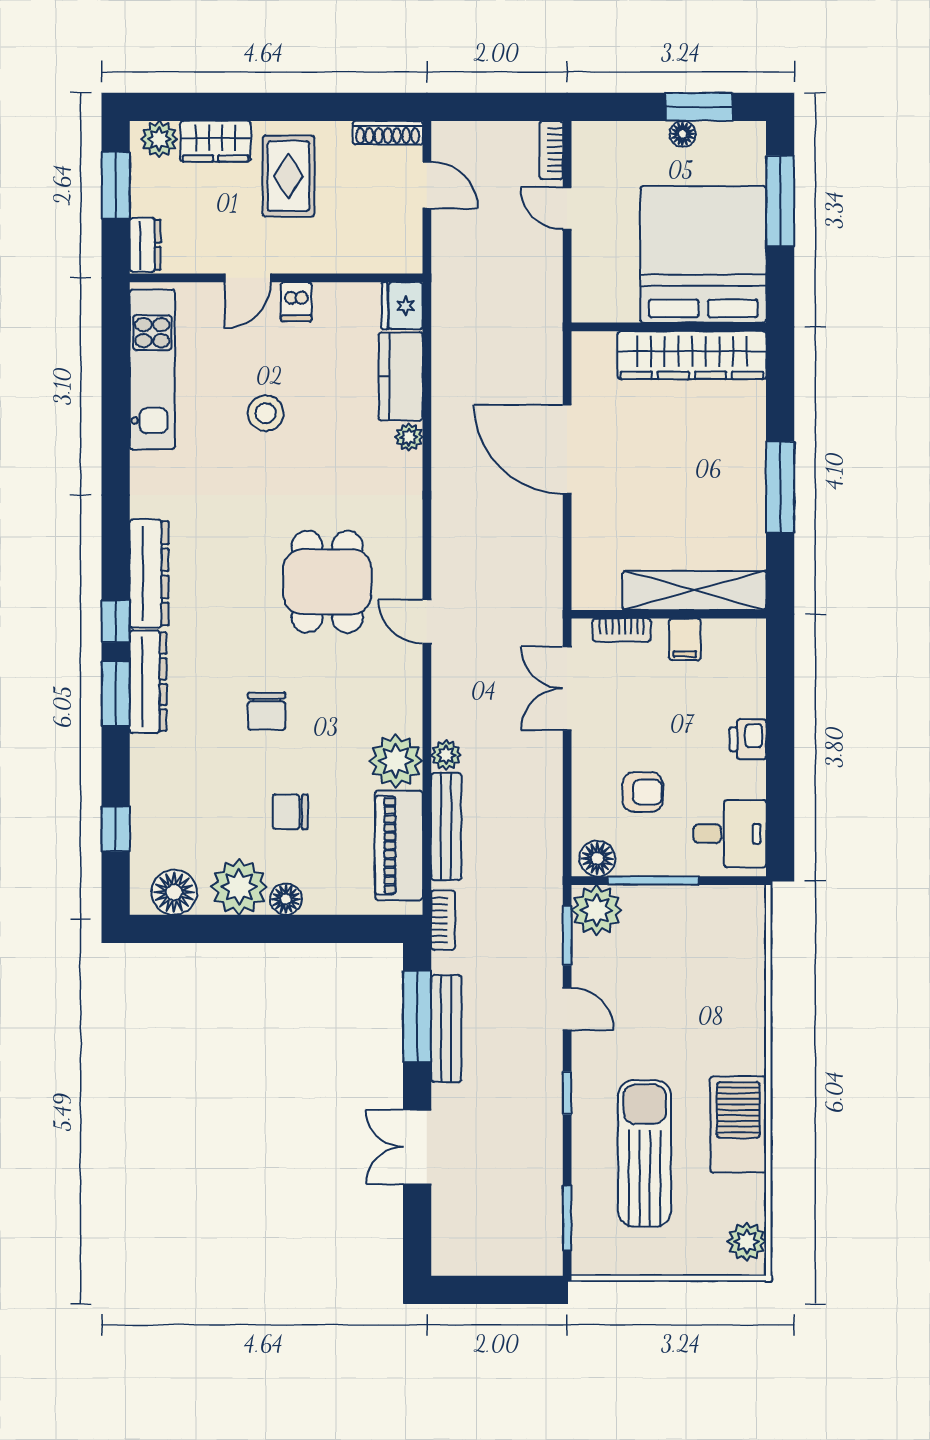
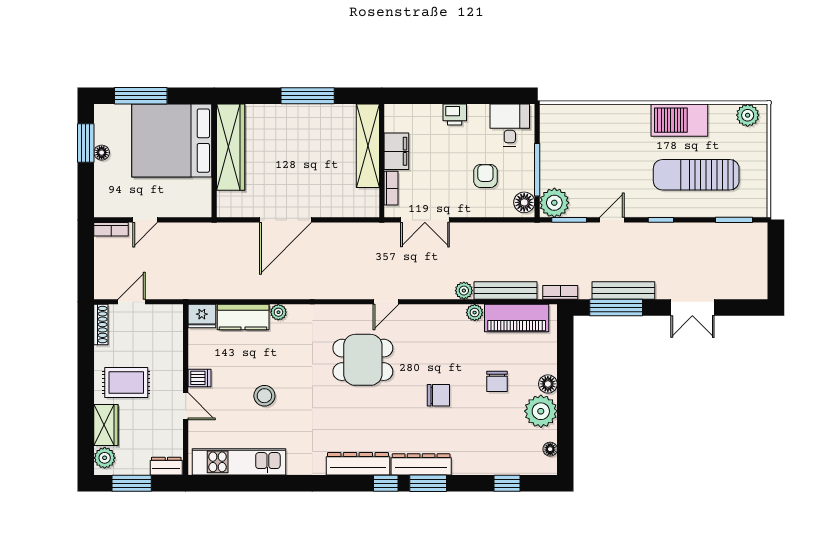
filing cabinet: (685, 639) -> (396, 151), width x2.00
plant: (396, 761) -> (475, 313), width x0.53, depth x0.53
floor lamp: (174, 892) -> (550, 449), width x0.53, depth x0.53

